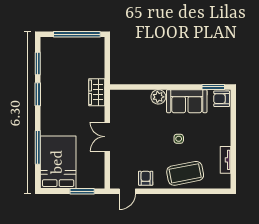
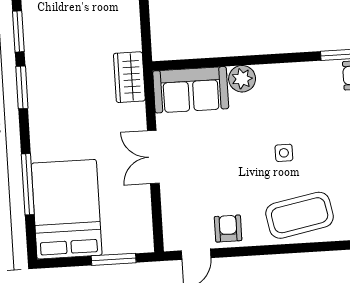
sofa: (187, 101) -> (191, 90), moved

